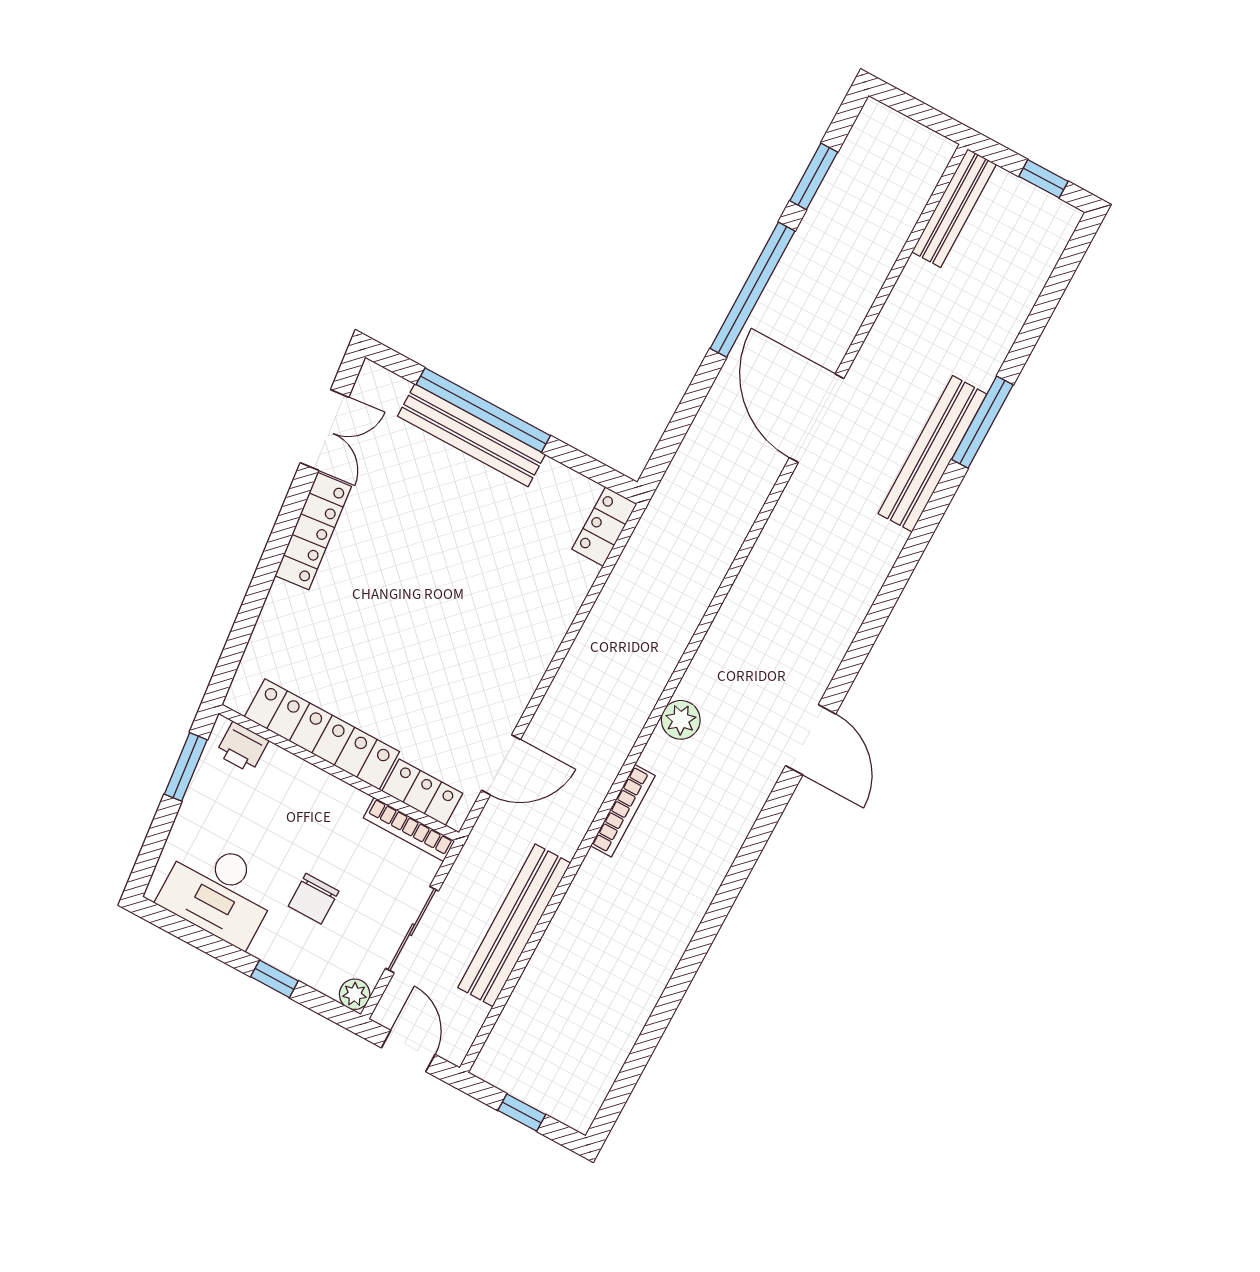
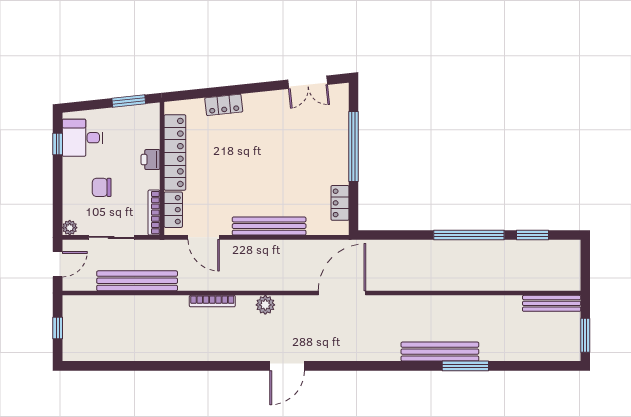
window: (1043, 179) -> (585, 335), width x1.50
door: (817, 418) -> (342, 293), moved
bench: (471, 435) -> (269, 226), moved, turned 90
locker: (604, 527) -> (340, 203), moved, turned -90
locker: (313, 531) -> (224, 105), moved, width x0.66
printer: (242, 747) -> (151, 160), moved
desk: (219, 892) -> (82, 138), width x0.73
window: (274, 979) -> (58, 144), moved

